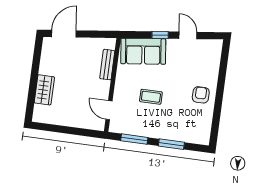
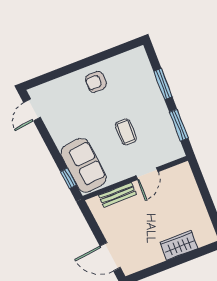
window: (160, 35) -> (68, 178), moved
door: (188, 35) -> (32, 110), moved
door: (109, 110) -> (147, 174), moved

